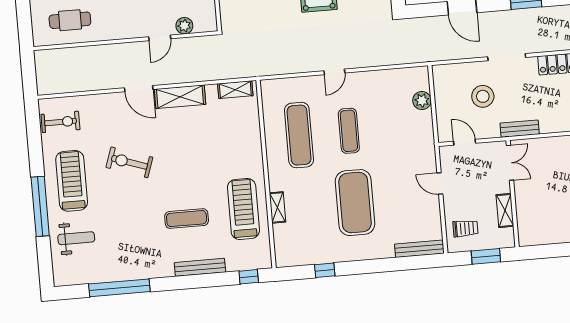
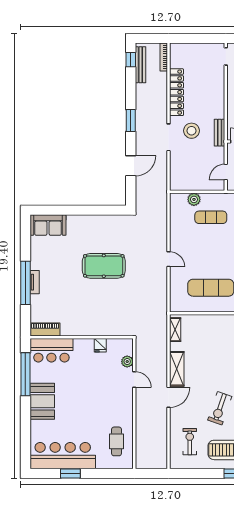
stool: (483, 96) -> (192, 131), moved
exercise bike: (60, 122) -> (190, 442), moved
exercise mat: (349, 131) -> (211, 217), moved

